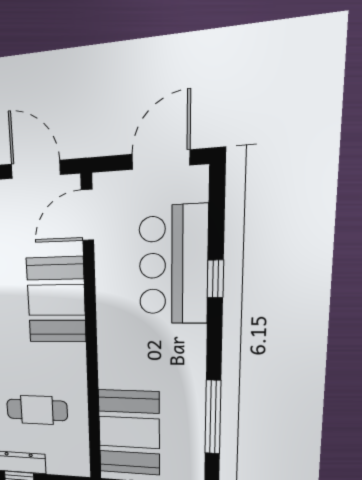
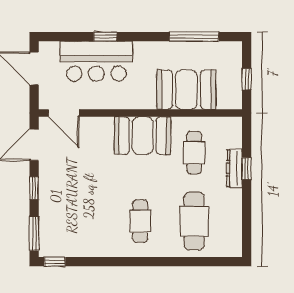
booth: (56, 300) -> (143, 136), moved
booth: (129, 432) -> (186, 90), moved

